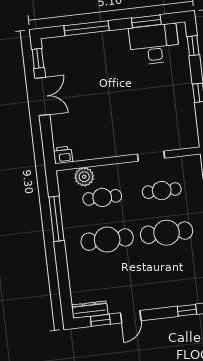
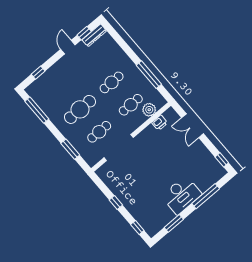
desk: (154, 44) -> (181, 195), moved
double door: (42, 96) -> (193, 126), moved
printer: (63, 155) -> (160, 123), moved
doorway: (151, 156) -> (119, 147), width x1.87
cafe table: (107, 240) -> (112, 82), width x0.73, depth x0.74

